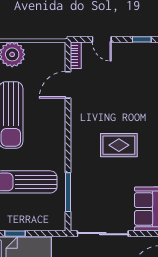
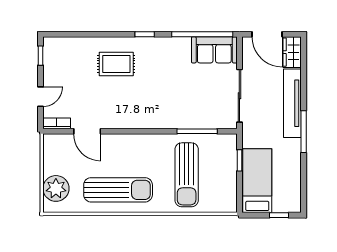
rug: (119, 145) -> (116, 64), moved, turned 90
window: (15, 234) -> (239, 160), moved

